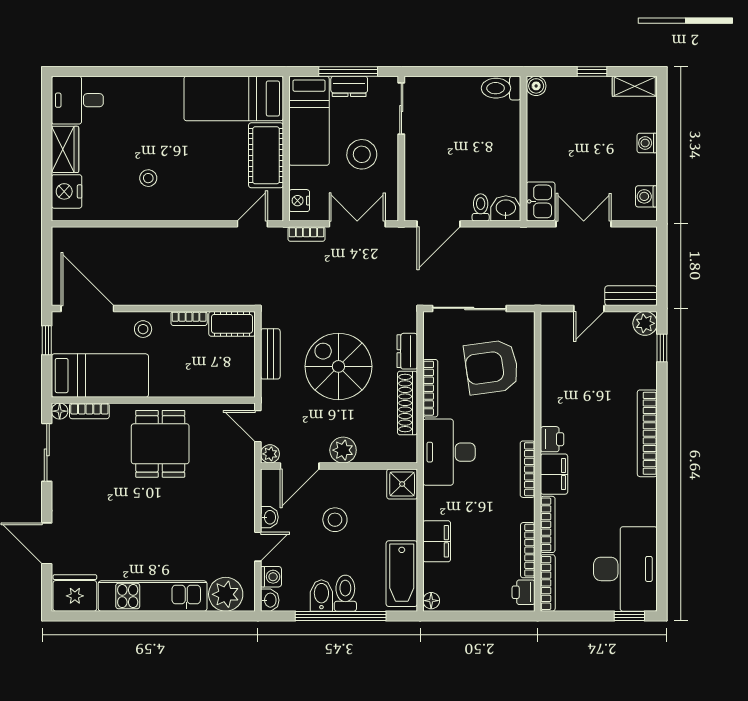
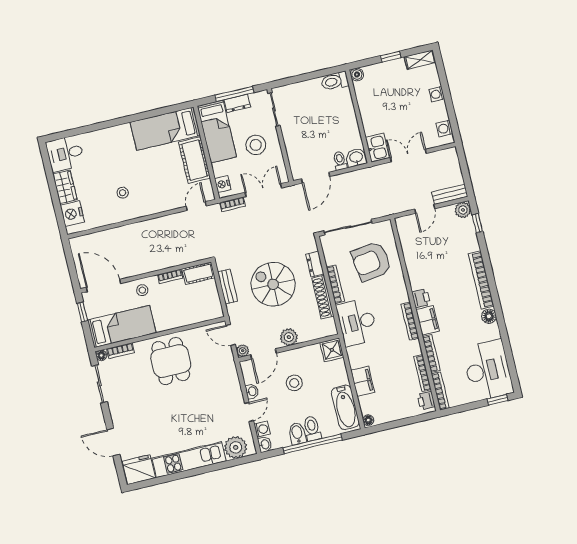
floor lamp: (646, 490) -> (489, 316), added

